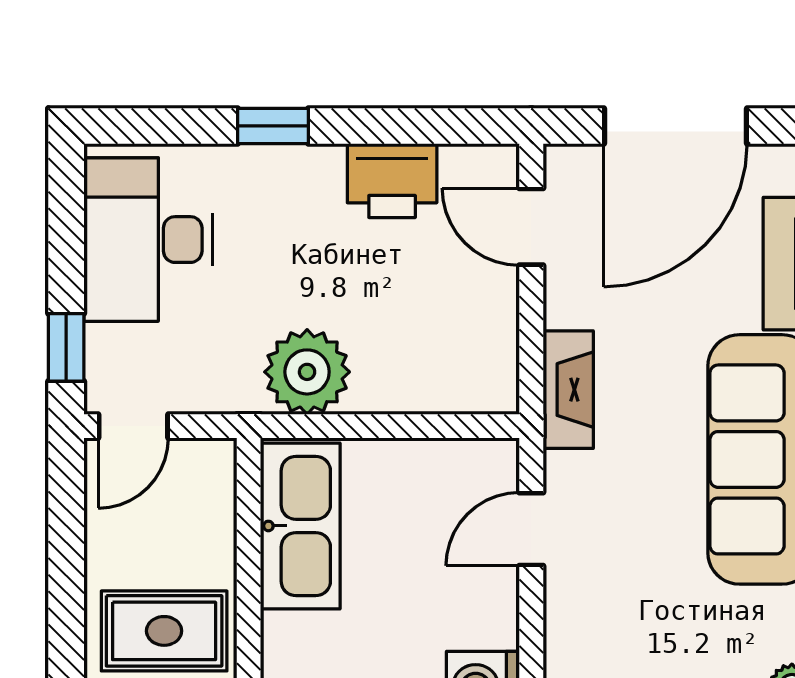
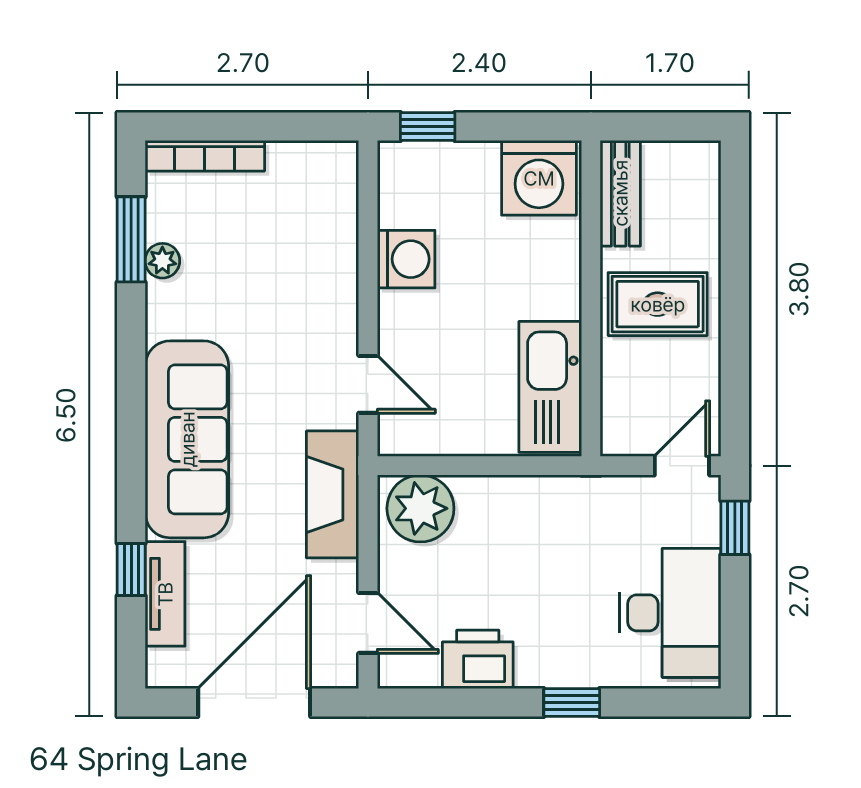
plant: (307, 372) -> (420, 508), moved
fireplace: (568, 390) -> (333, 494), width x1.37, depth x1.32
door: (531, 529) -> (368, 384), hinge flipped

